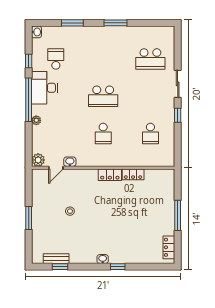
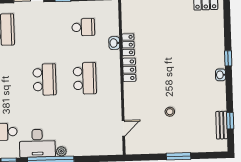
plant: (36, 120) -> (61, 151), moved
school desk: (103, 133) -> (85, 78), width x1.85
plant: (38, 160) -> (116, 148), removed
washbasin: (70, 162) -> (114, 43), moved
door: (56, 168) -> (123, 128), hinge flipped

